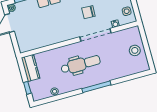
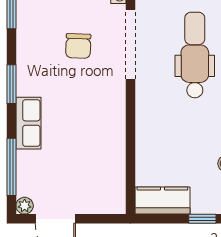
dental chair: (81, 64) -> (195, 55), moved

